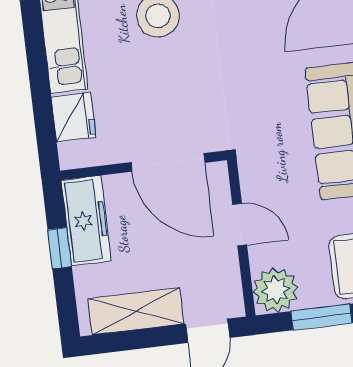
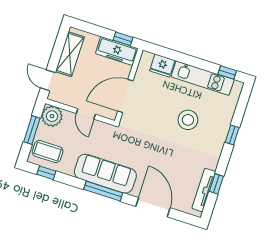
door: (240, 225) -> (86, 114), hinge flipped
window: (60, 248) -> (123, 39), moved

